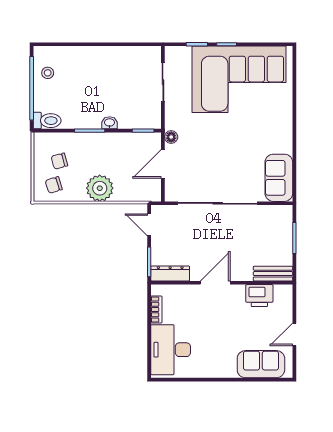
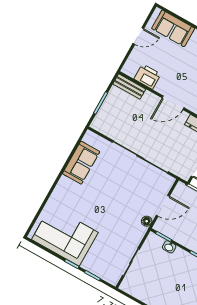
corner sofa: (239, 79) -> (65, 236), width x0.73, depth x0.74
washbasin: (110, 123) -> (169, 247), moved
sofa: (279, 178) -> (81, 163), moved

